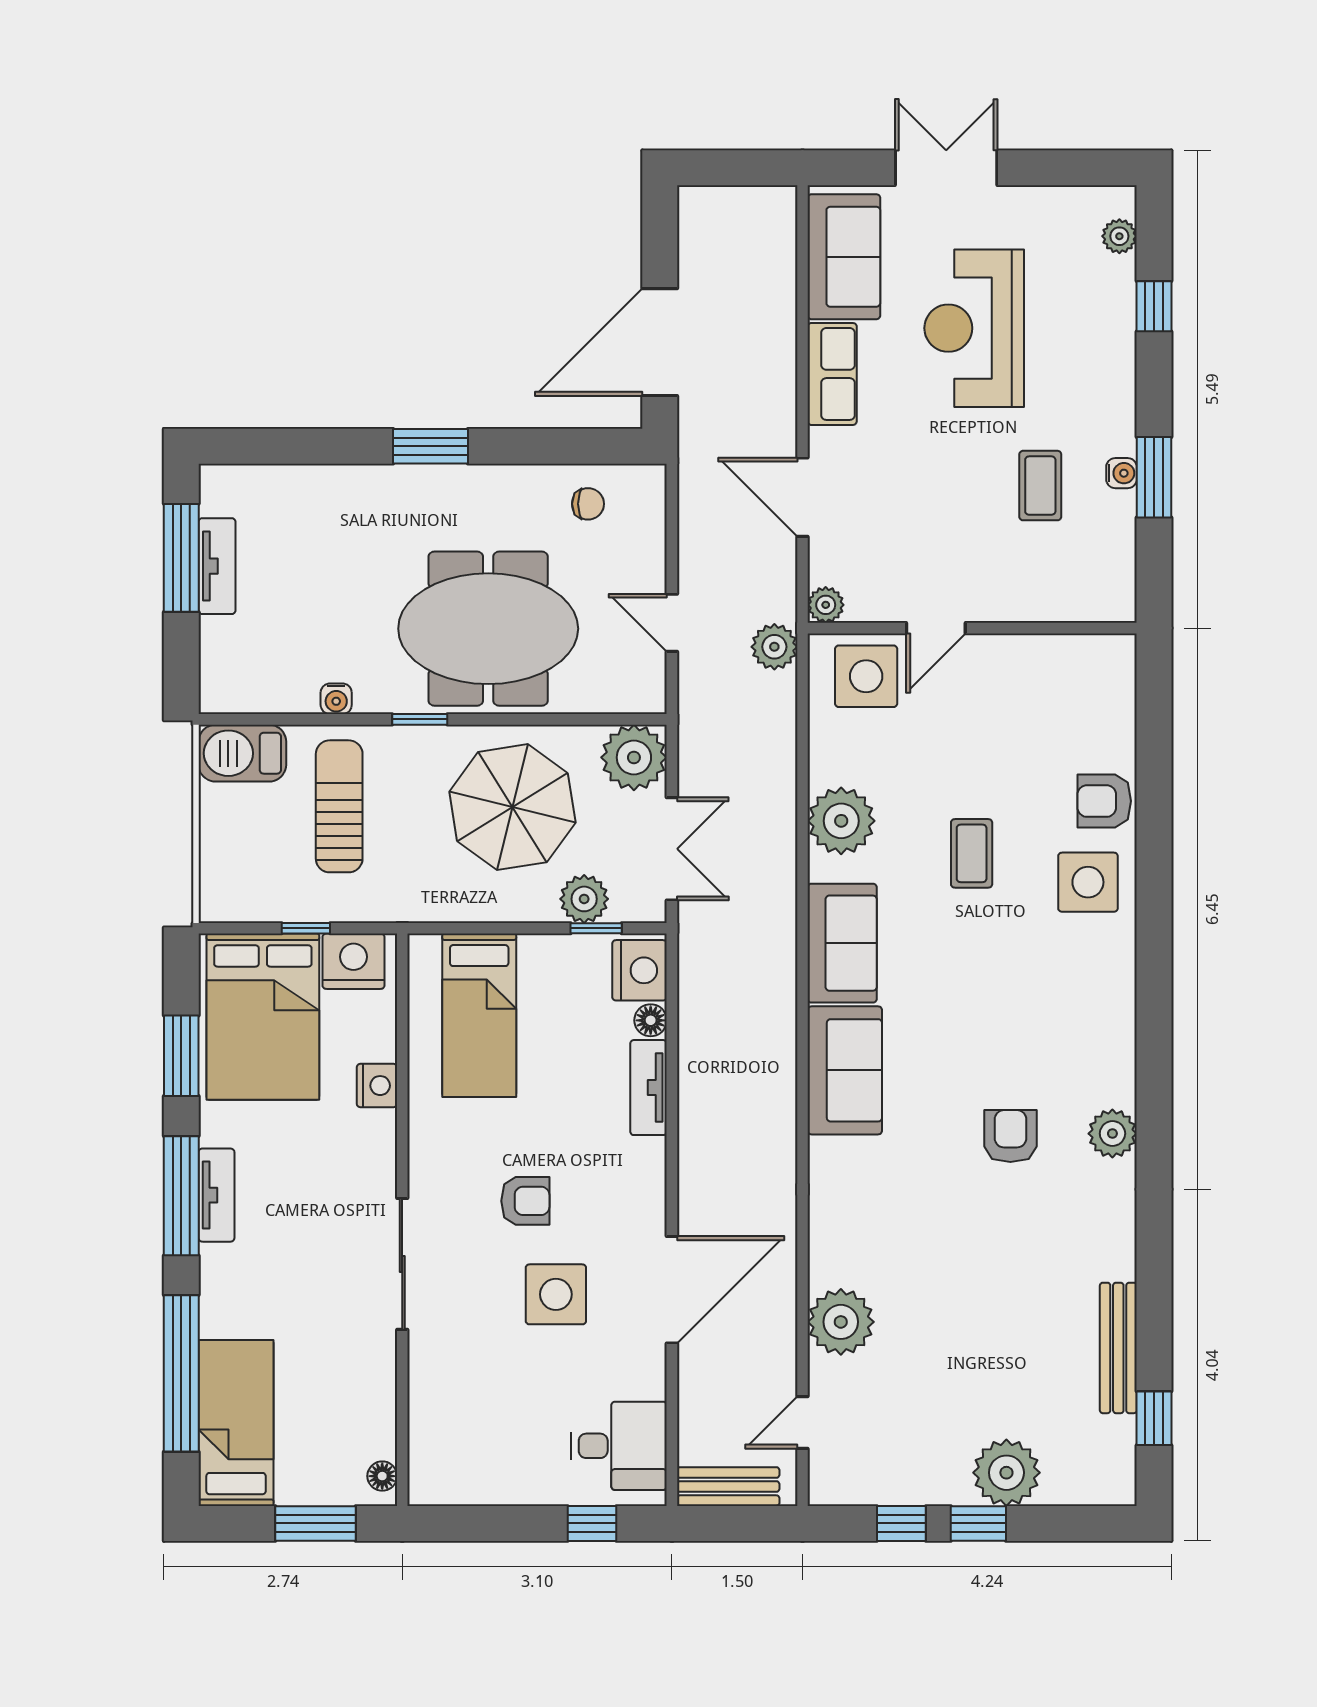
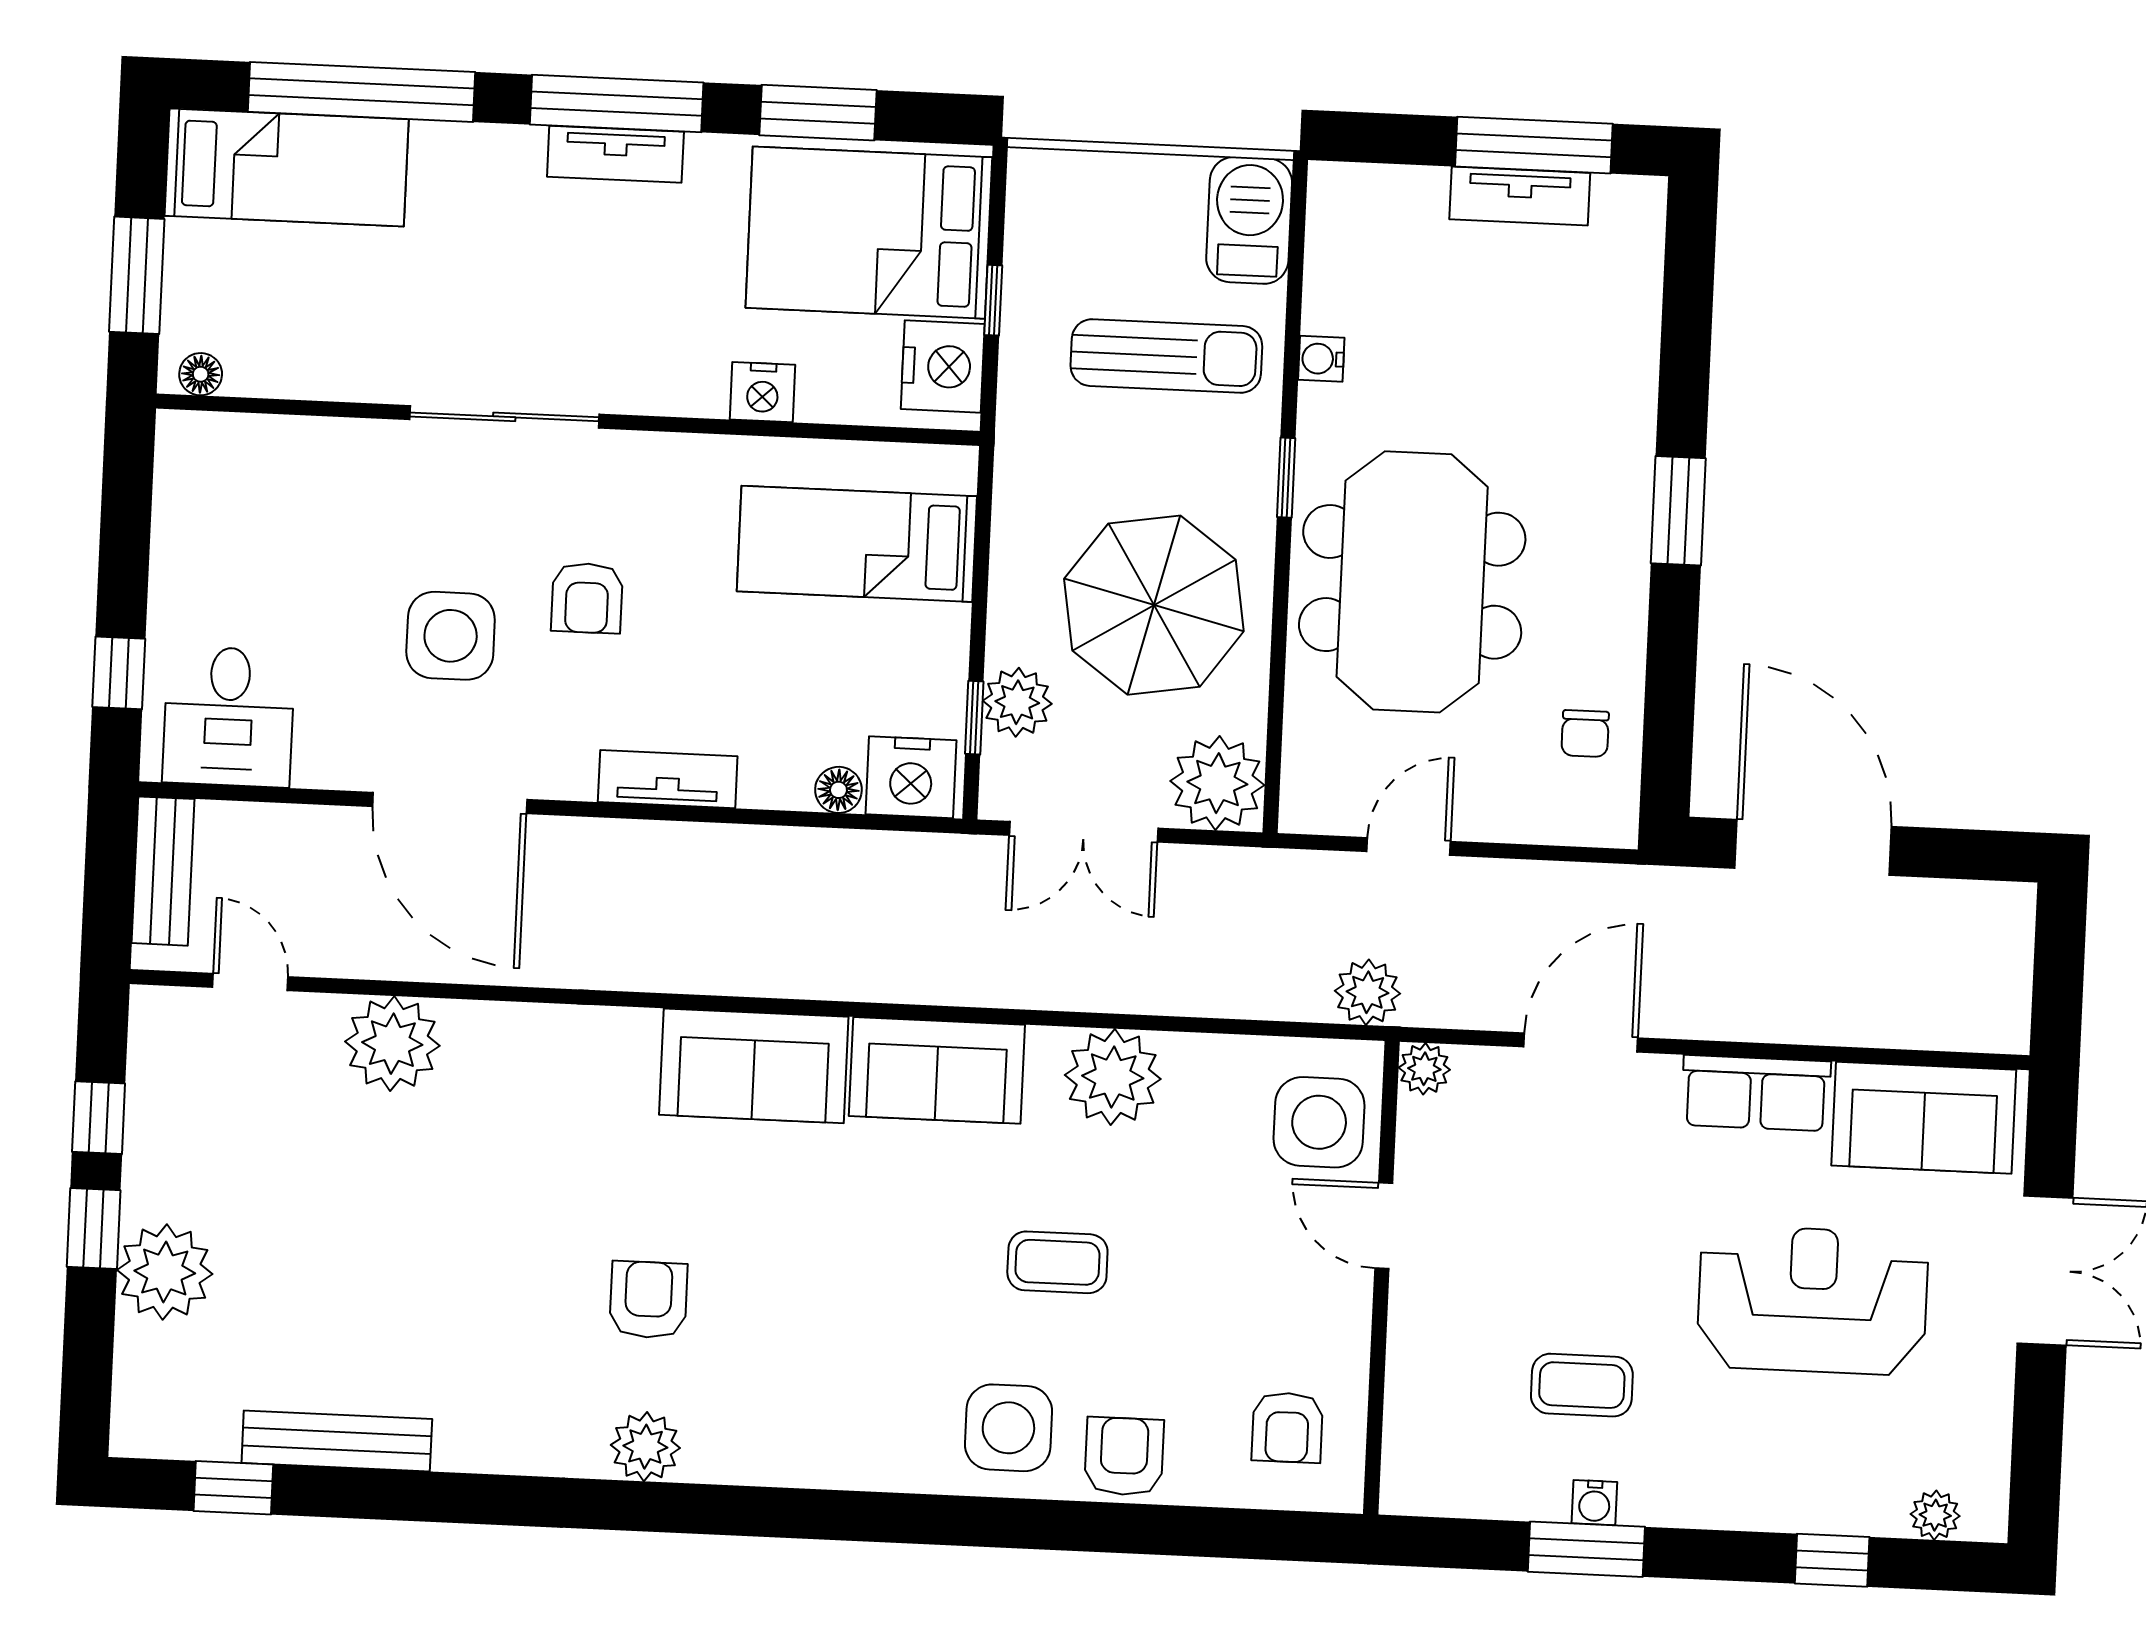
armchair: (1079, 689) -> (1287, 1427), added
tv unit: (649, 1088) -> (668, 779), moved
armchair: (1010, 1136) -> (648, 1300), turned -90

